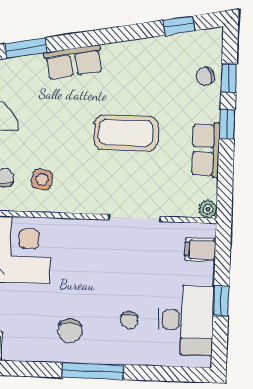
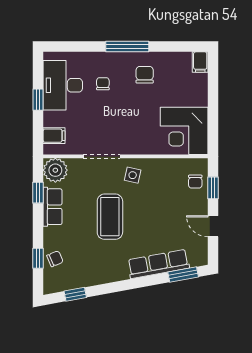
row of seats: (74, 62) -> (158, 264), width x1.48
window: (227, 124) -> (38, 193), moved
coffee table: (126, 133) -> (110, 217), turned 90
side table: (42, 179) -> (133, 175), moved
plant: (208, 209) -> (55, 170), width x1.88, depth x1.88

